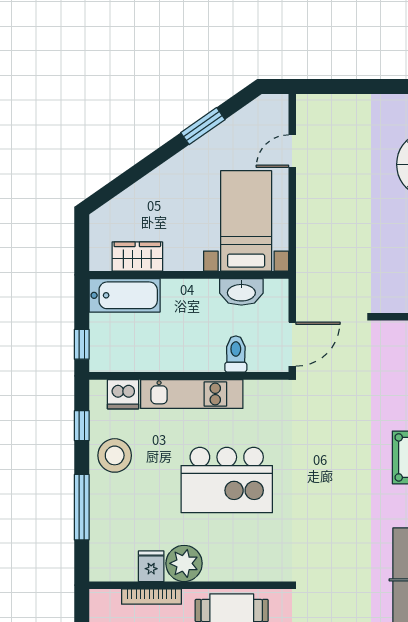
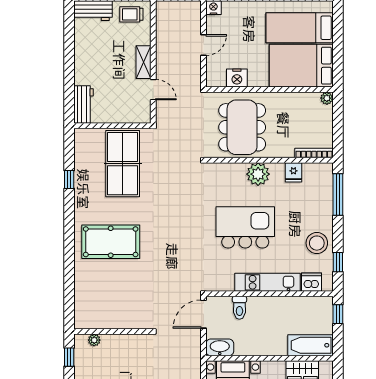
washbasin: (241, 292) -> (220, 347), moved
window: (82, 507) -> (338, 195), moved
plant: (184, 563) -> (258, 174), moved
bookcase: (151, 597) -> (314, 153), moved

